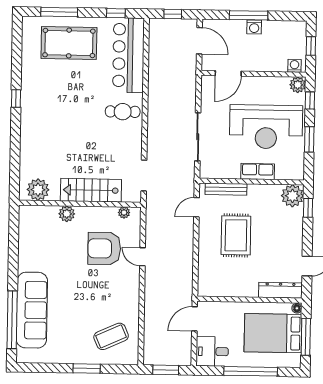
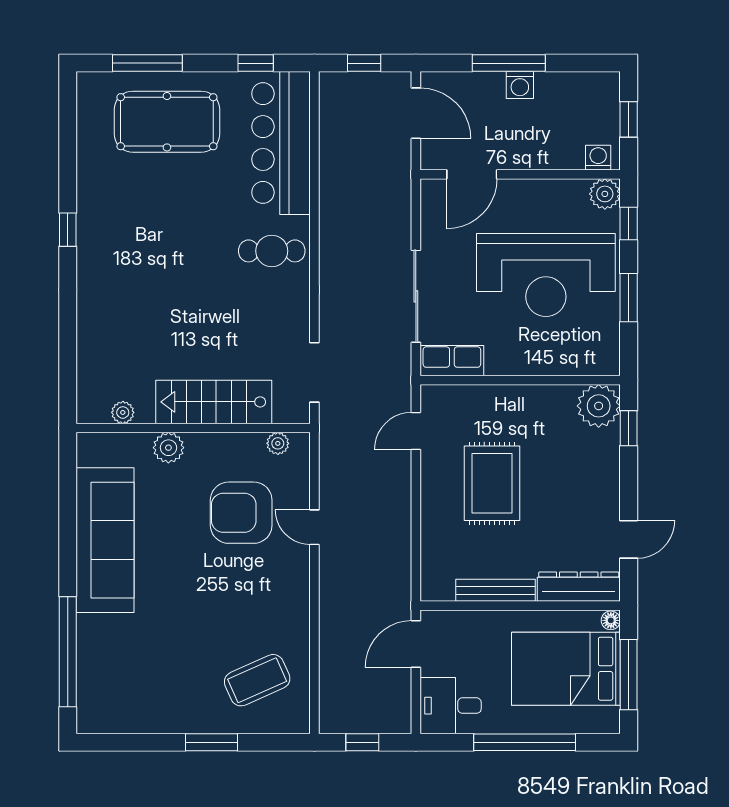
row of seats: (258, 171) -> (452, 361), moved
bench: (226, 189) -> (495, 590), moved
plant: (38, 190) -> (123, 412), width x0.53, depth x0.53
sofa: (32, 310) -> (105, 540), moved
window: (166, 370) -> (362, 742), width x0.67

